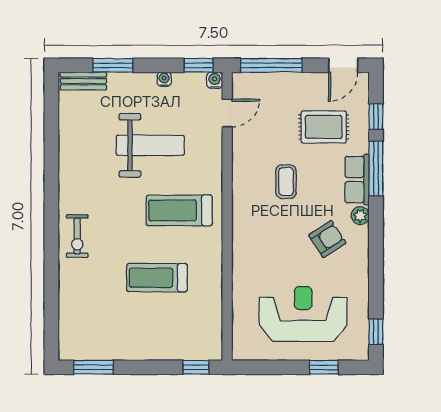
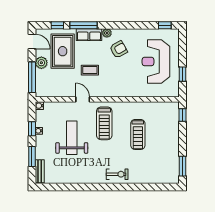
window: (199, 65) -> (32, 129), moved
plant: (301, 84) -> (41, 63), added
door: (227, 113) -> (83, 99), moved
rug: (324, 127) -> (63, 51), width x1.36, depth x1.43
armchair: (327, 239) -> (119, 49), turned 94
window: (324, 367) -> (183, 74), moved

